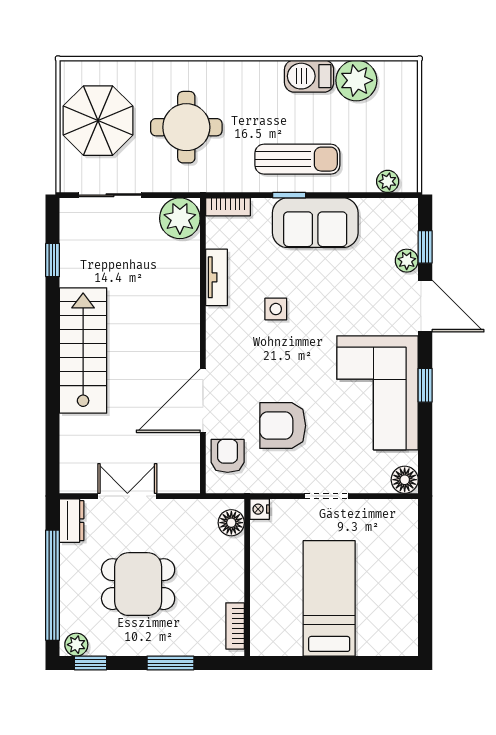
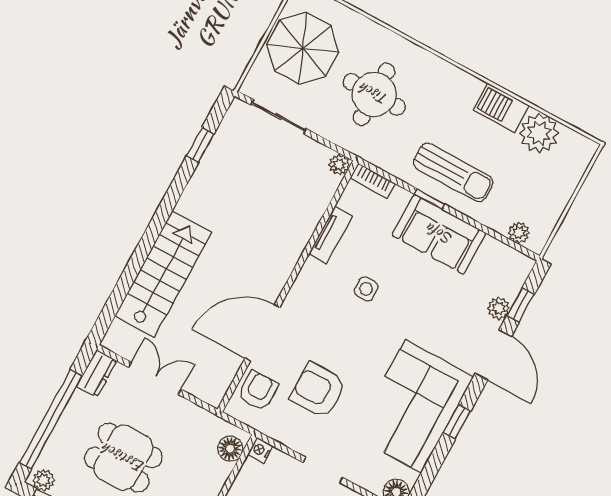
plant: (180, 218) -> (339, 165), width x0.53, depth x0.53
stairs: (83, 351) -> (163, 274), moved

